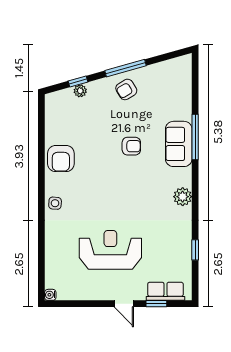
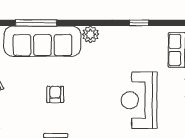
sofa: (179, 144) -> (42, 41), width x1.85, depth x1.27
armchair: (131, 146) -> (55, 94), moved

